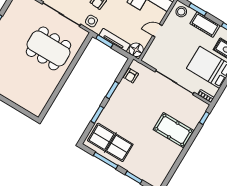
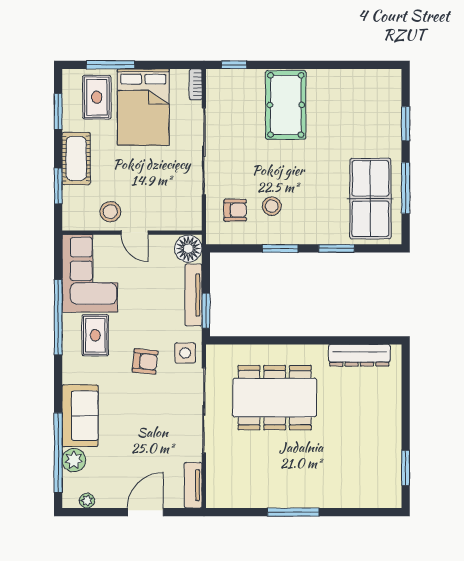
stool: (181, 12) -> (110, 212), moved
dining table: (48, 48) -> (275, 398), turned 90
armchair: (131, 76) -> (235, 210), moved
dresser: (45, 97) -> (359, 355), added
stool: (133, 97) -> (272, 206), added

